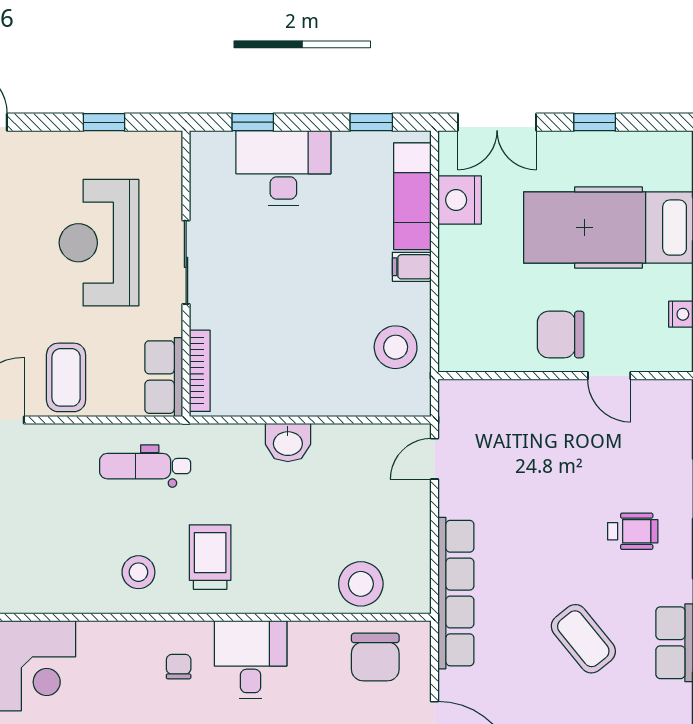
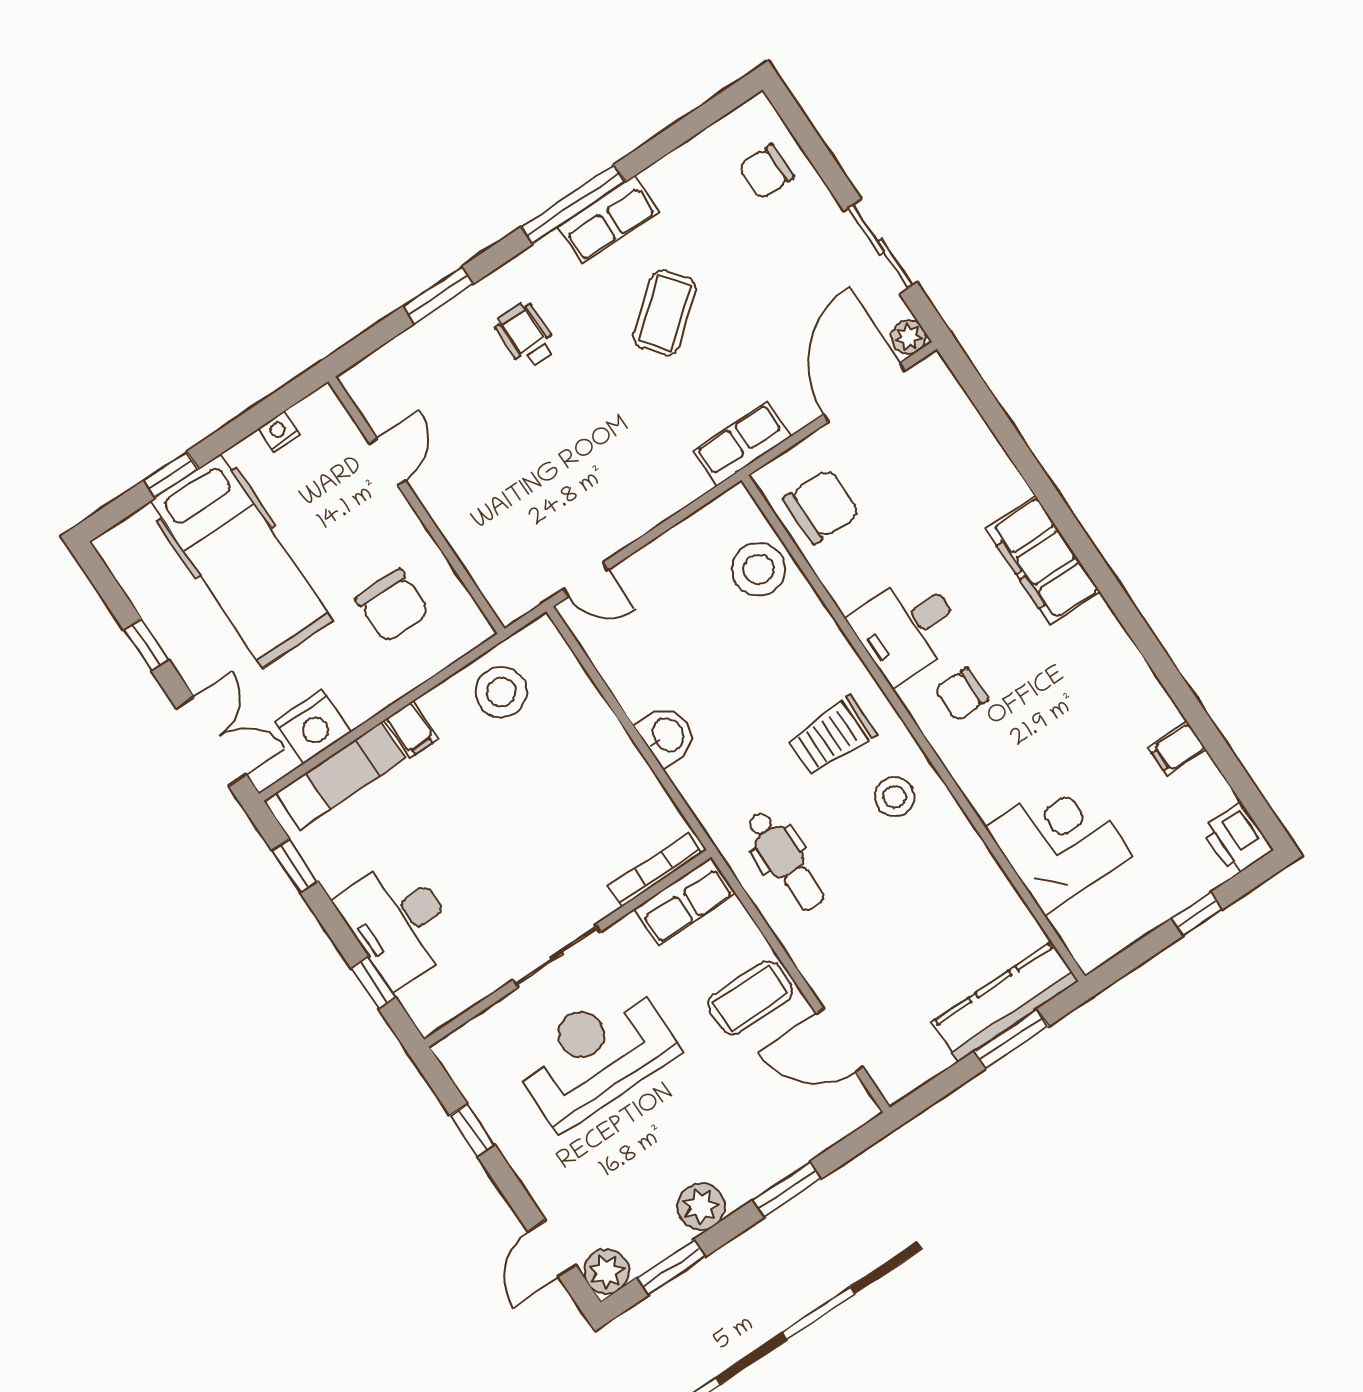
reception desk: (99, 243) -> (595, 1055), turned 180
chair: (561, 335) -> (392, 606), moved
row of seats: (456, 593) -> (742, 444), width x0.50
chair: (179, 667) -> (961, 694), width x1.37, depth x1.37

